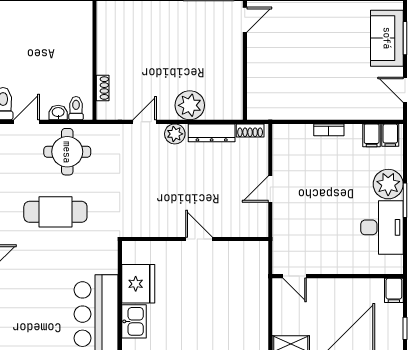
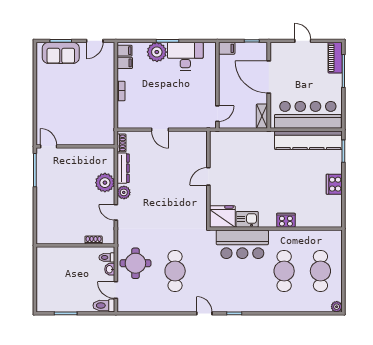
wall: (195, 239) -> (208, 179), moved
door: (199, 239) -> (208, 176), moved

